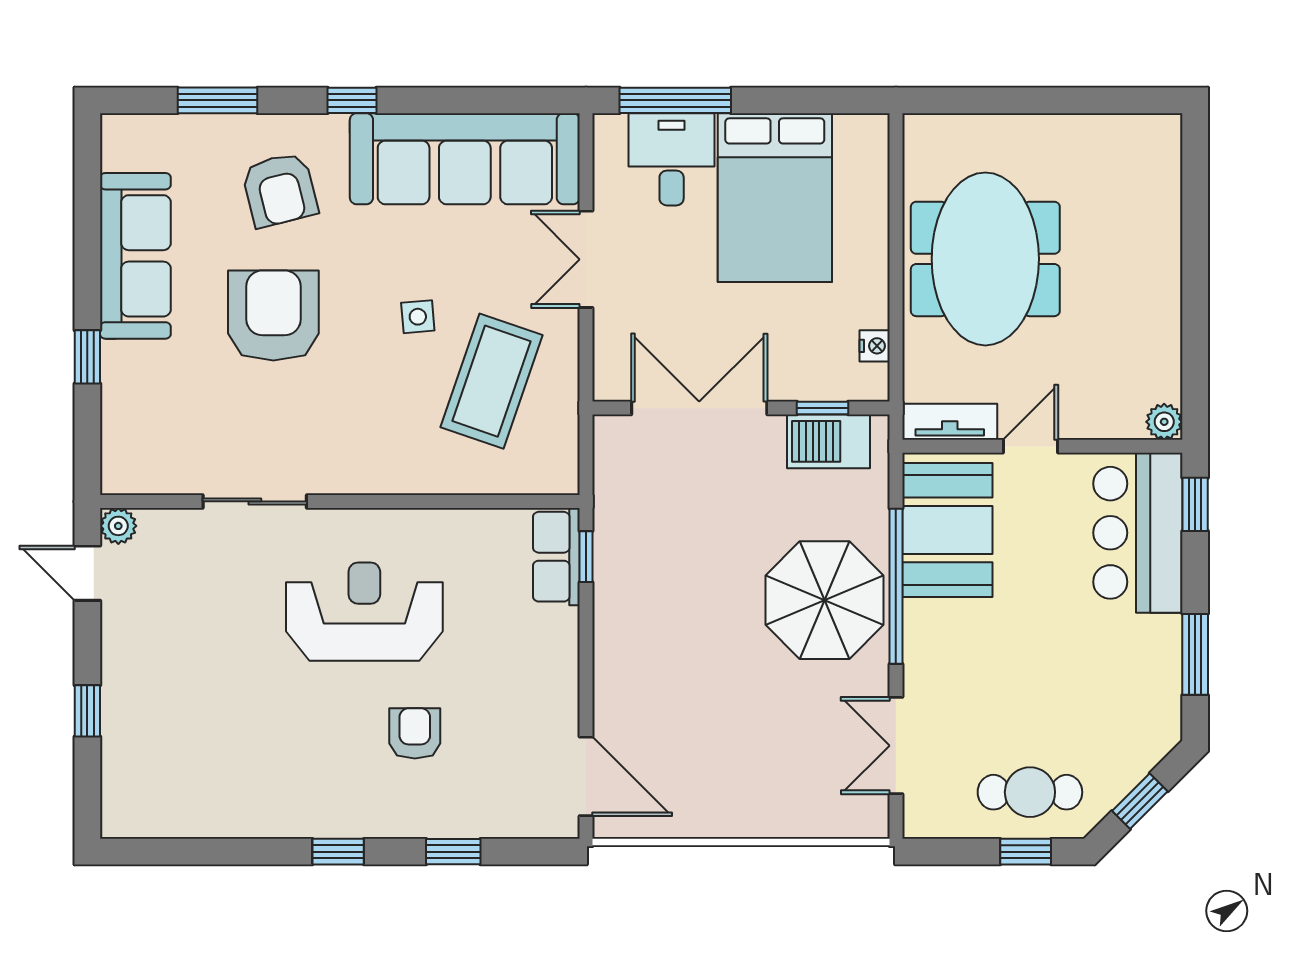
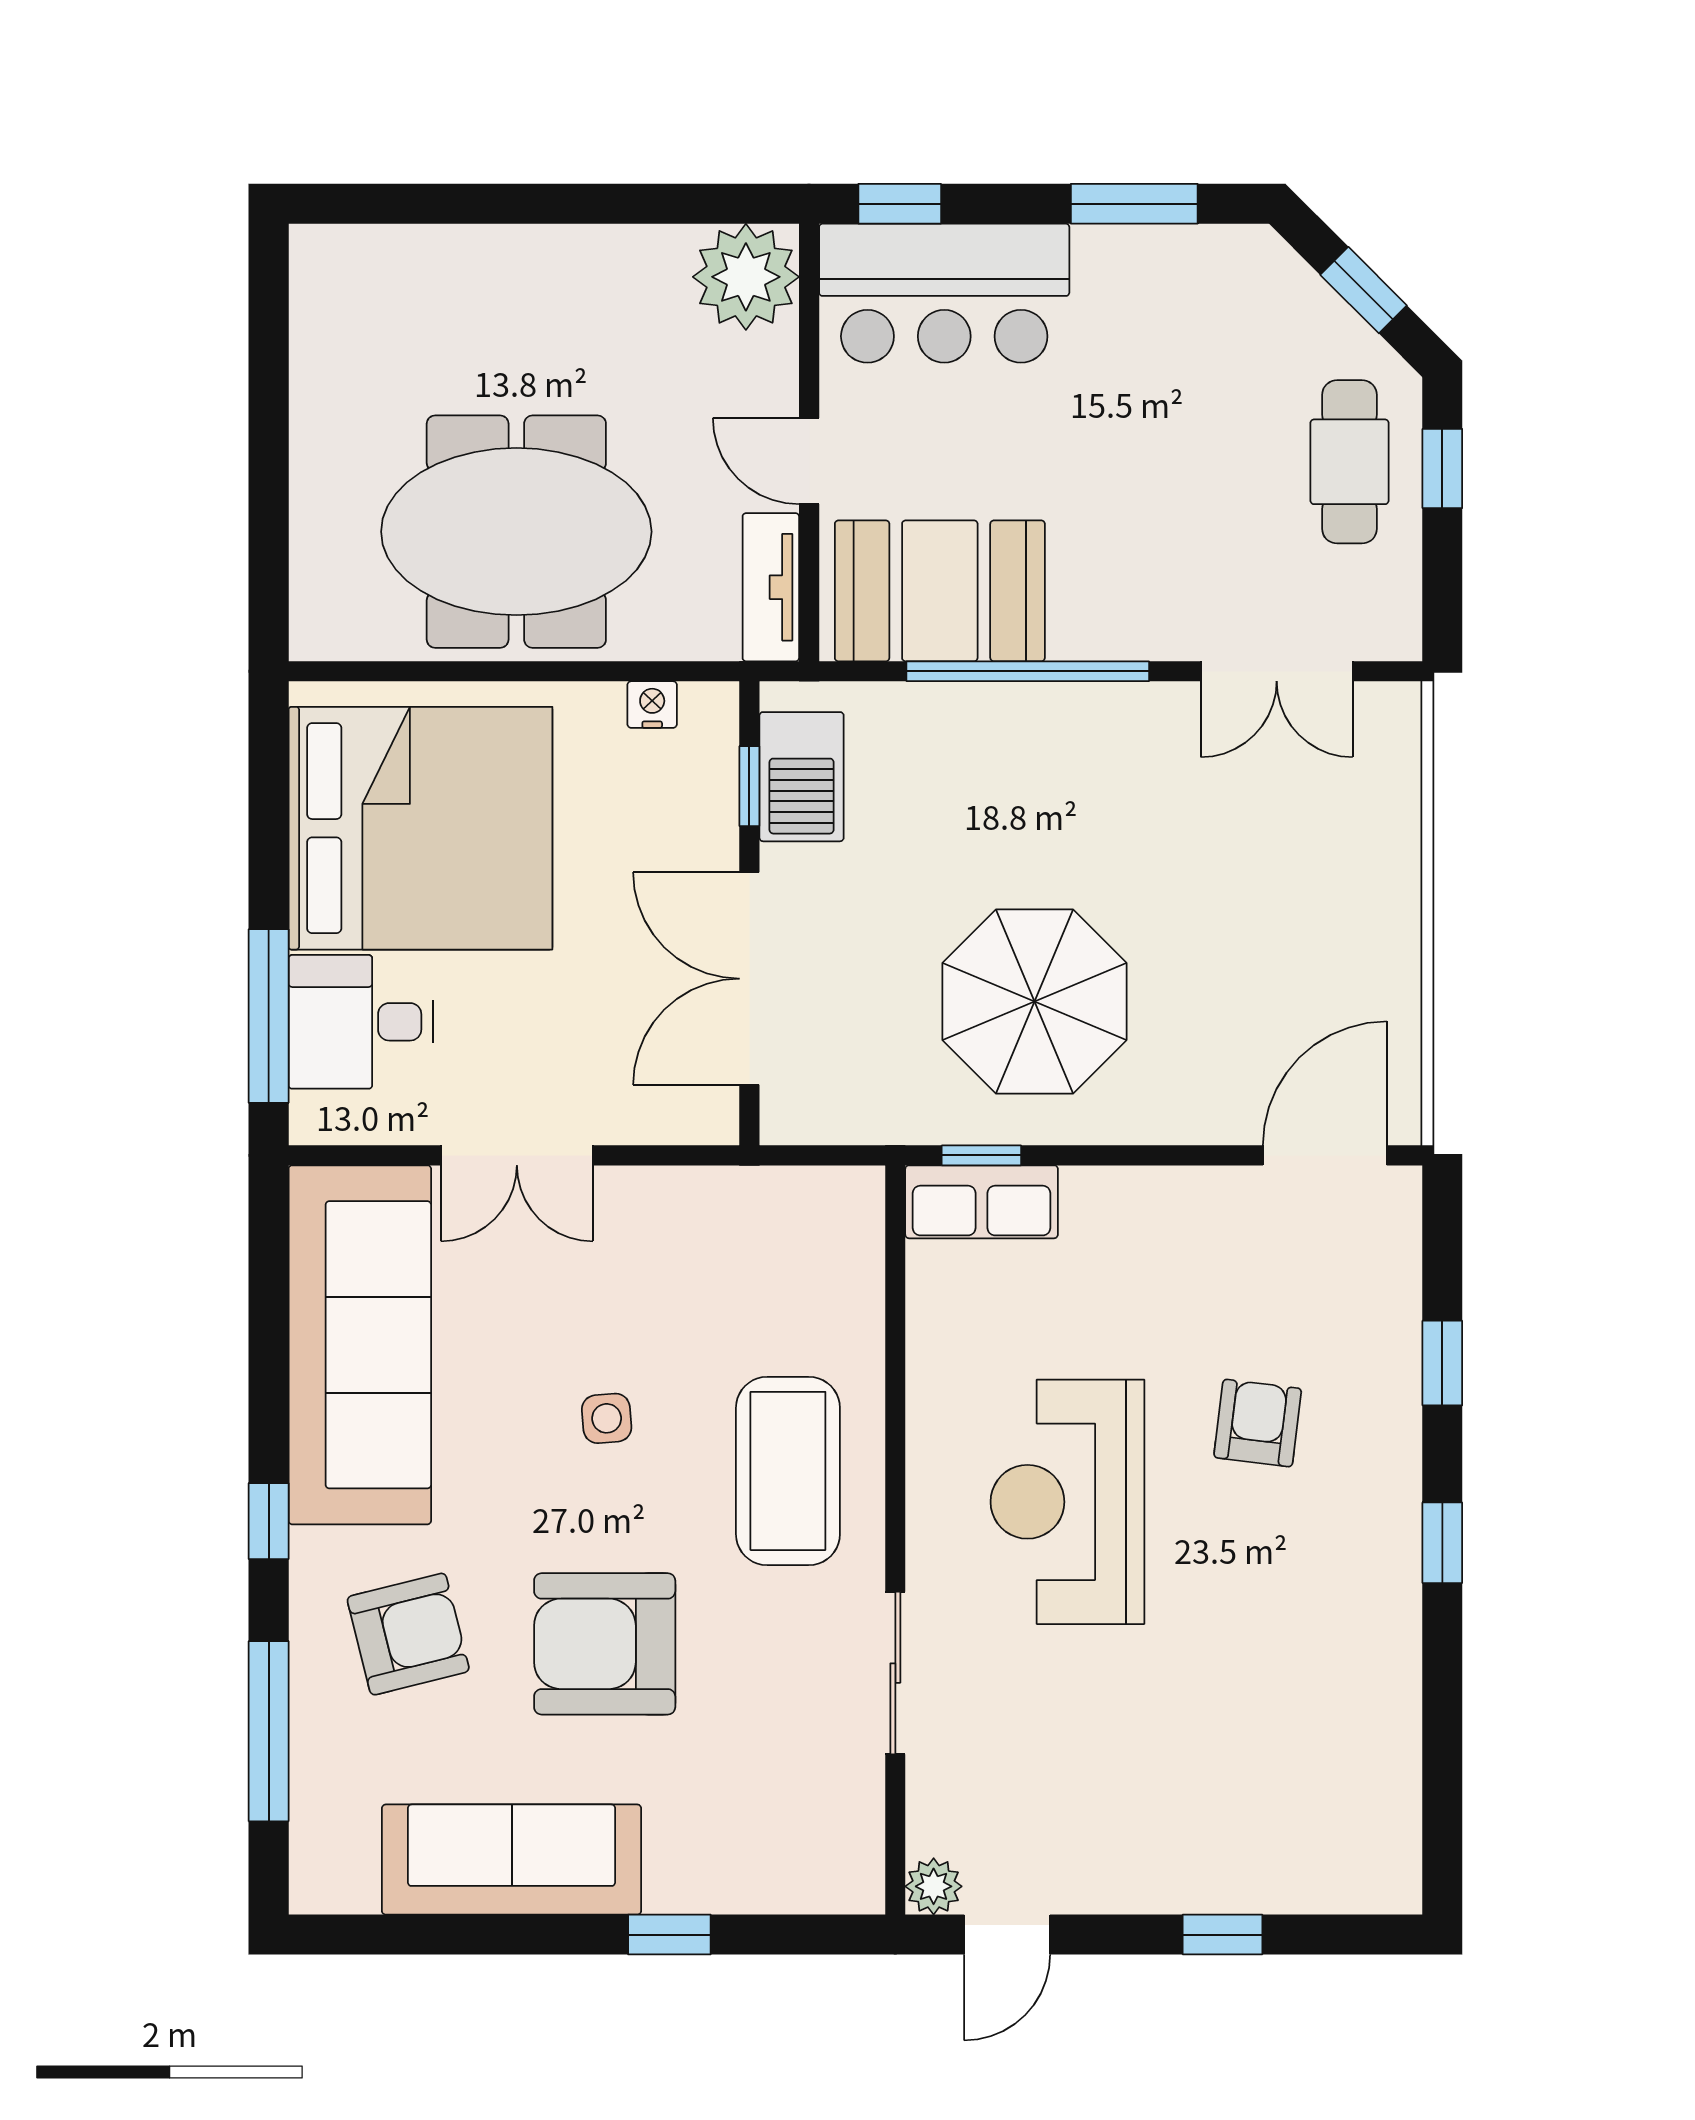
window: (218, 100) -> (269, 1731), width x1.44
bed: (775, 198) -> (421, 828), width x1.36
coffee table: (491, 381) -> (788, 1471), moved, turned 71
plant: (1164, 422) -> (746, 277), width x1.88, depth x1.88
parasol: (824, 600) -> (1034, 1002), moved
armchair: (415, 733) -> (1258, 1423), turned 97

